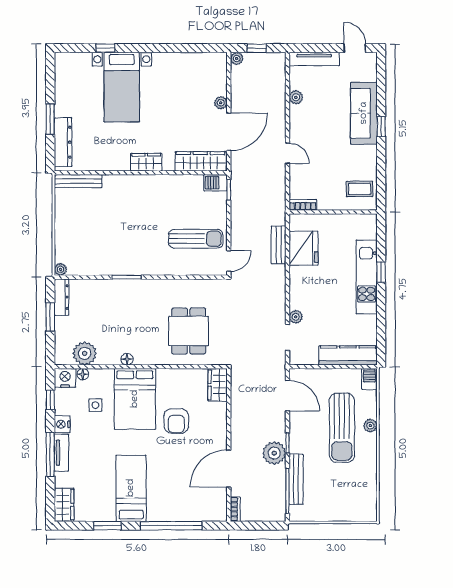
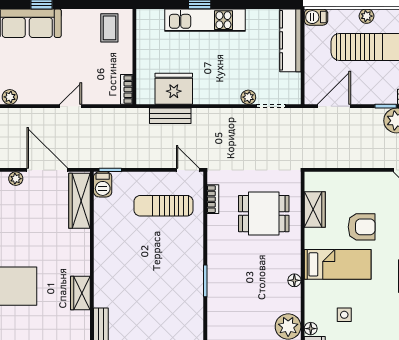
wardrobe: (146, 162) -> (80, 293), moved
sun lounger: (196, 239) -> (164, 206), turned -90
bookcase: (202, 284) -> (213, 199), added
wardrobe: (218, 385) -> (315, 209), moved, turned -90
bed: (135, 399) -> (338, 264), width x0.67

